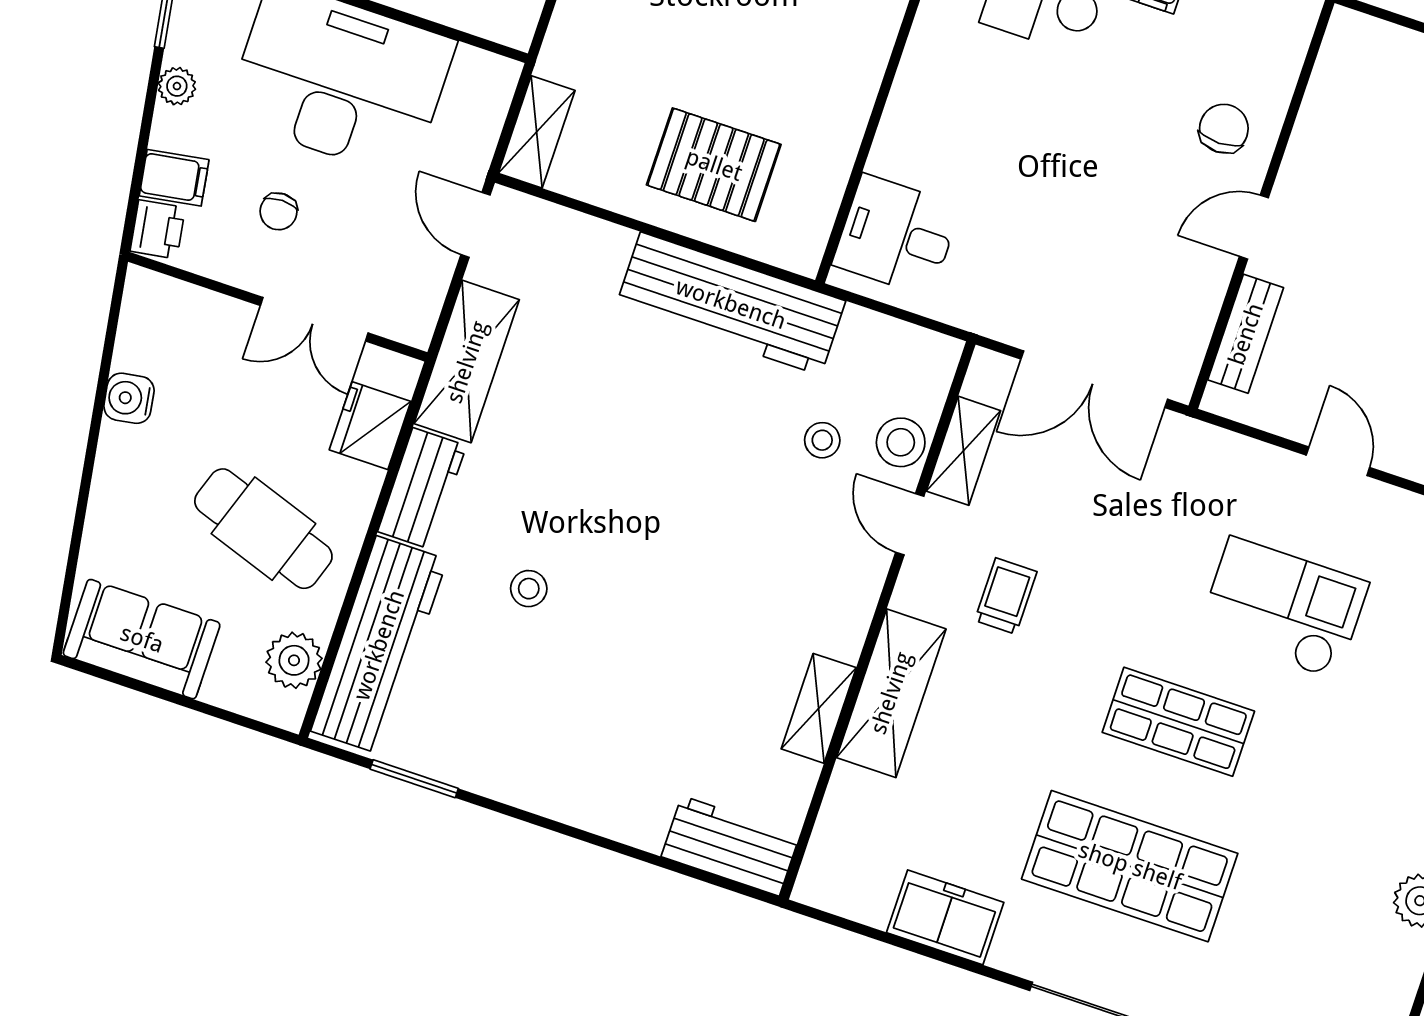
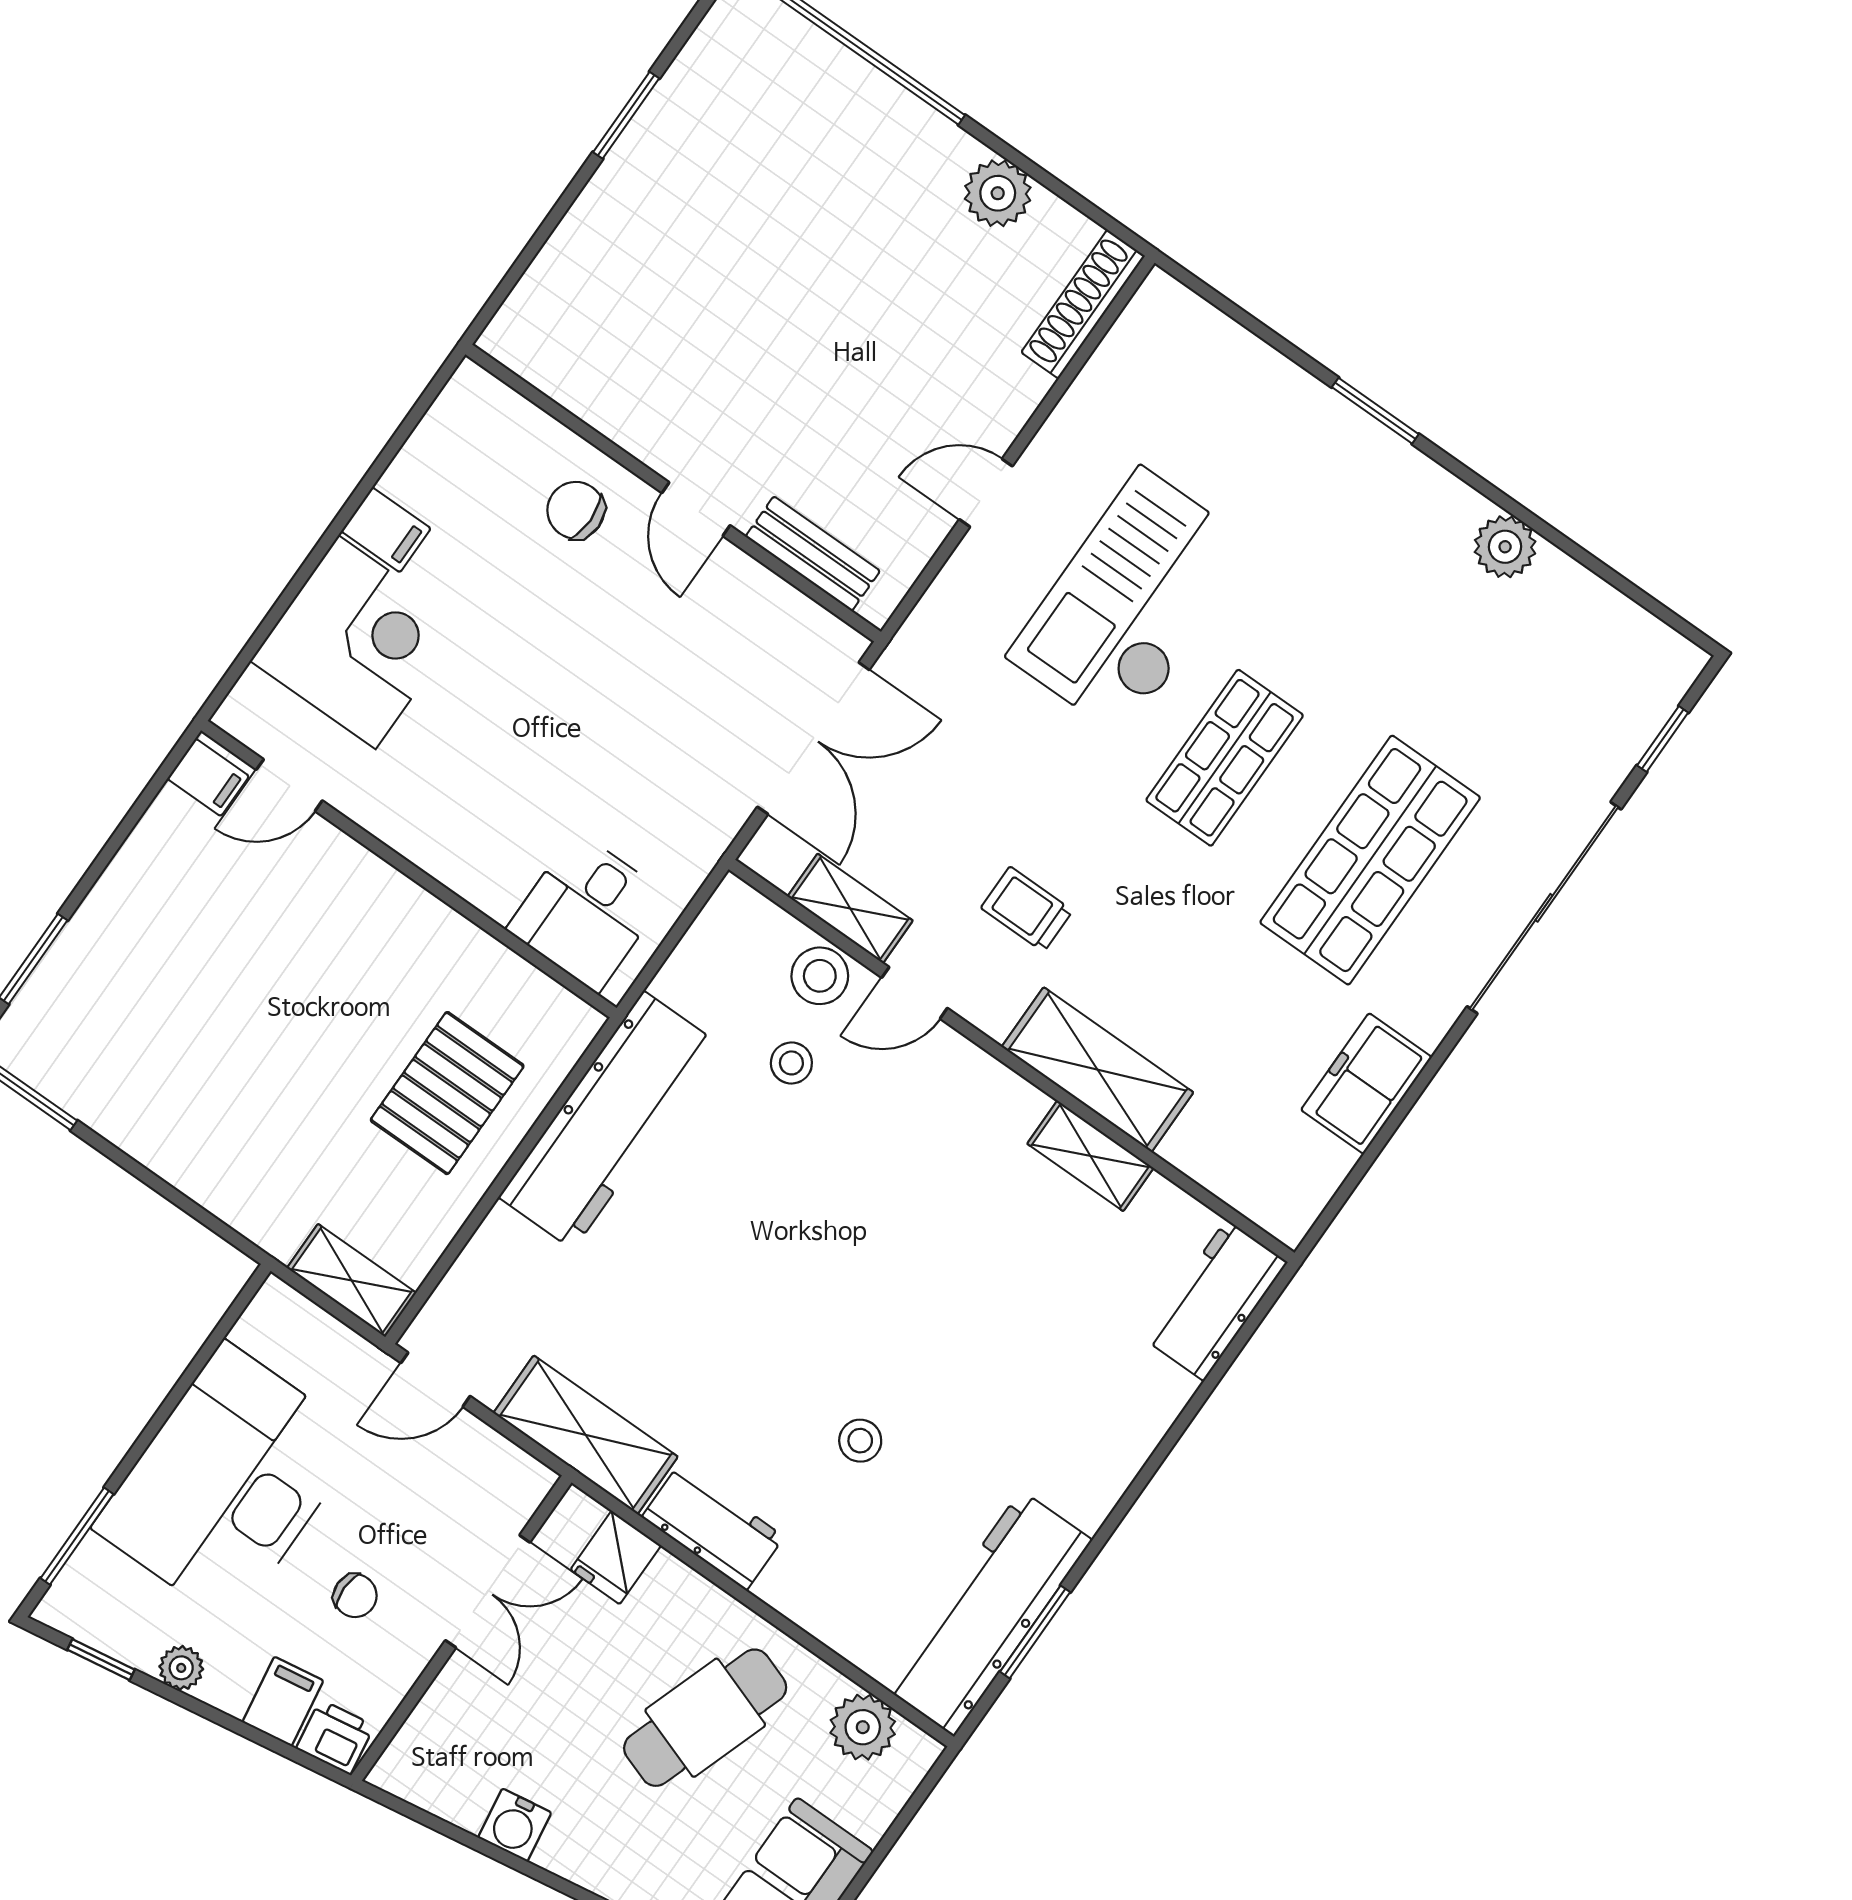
fridge: (370, 426) -> (616, 1558), width x0.72
checkout: (1283, 608) -> (1132, 603), width x1.36, depth x1.21
workbench: (379, 645) -> (988, 1613), moved, turned -90

